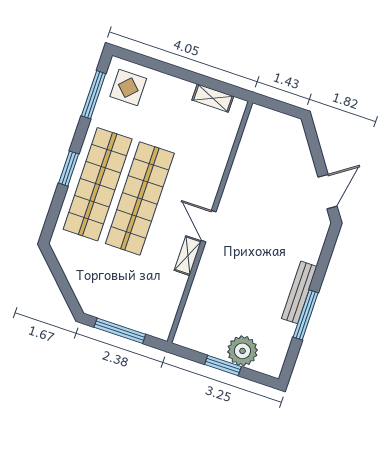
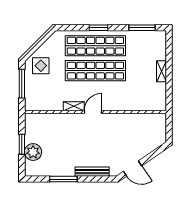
display table: (128, 88) -> (41, 66), moved
shelving: (213, 98) -> (161, 71), moved
bench: (299, 292) -> (92, 172), moved

